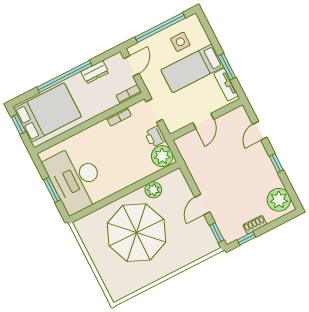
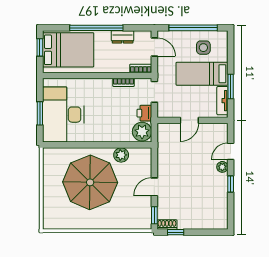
door: (131, 66) -> (154, 47), hinge flipped
plant: (279, 200) -> (222, 167), moved, width x0.53, depth x0.53
shoe rack: (255, 225) -> (167, 225), moved

